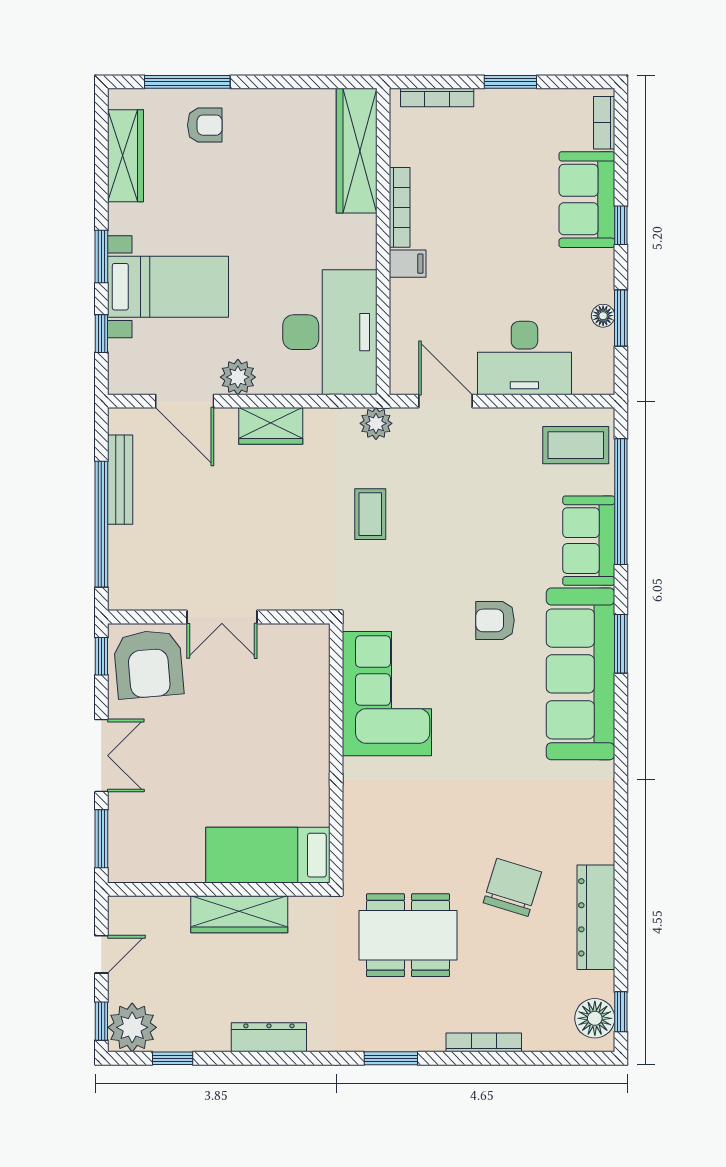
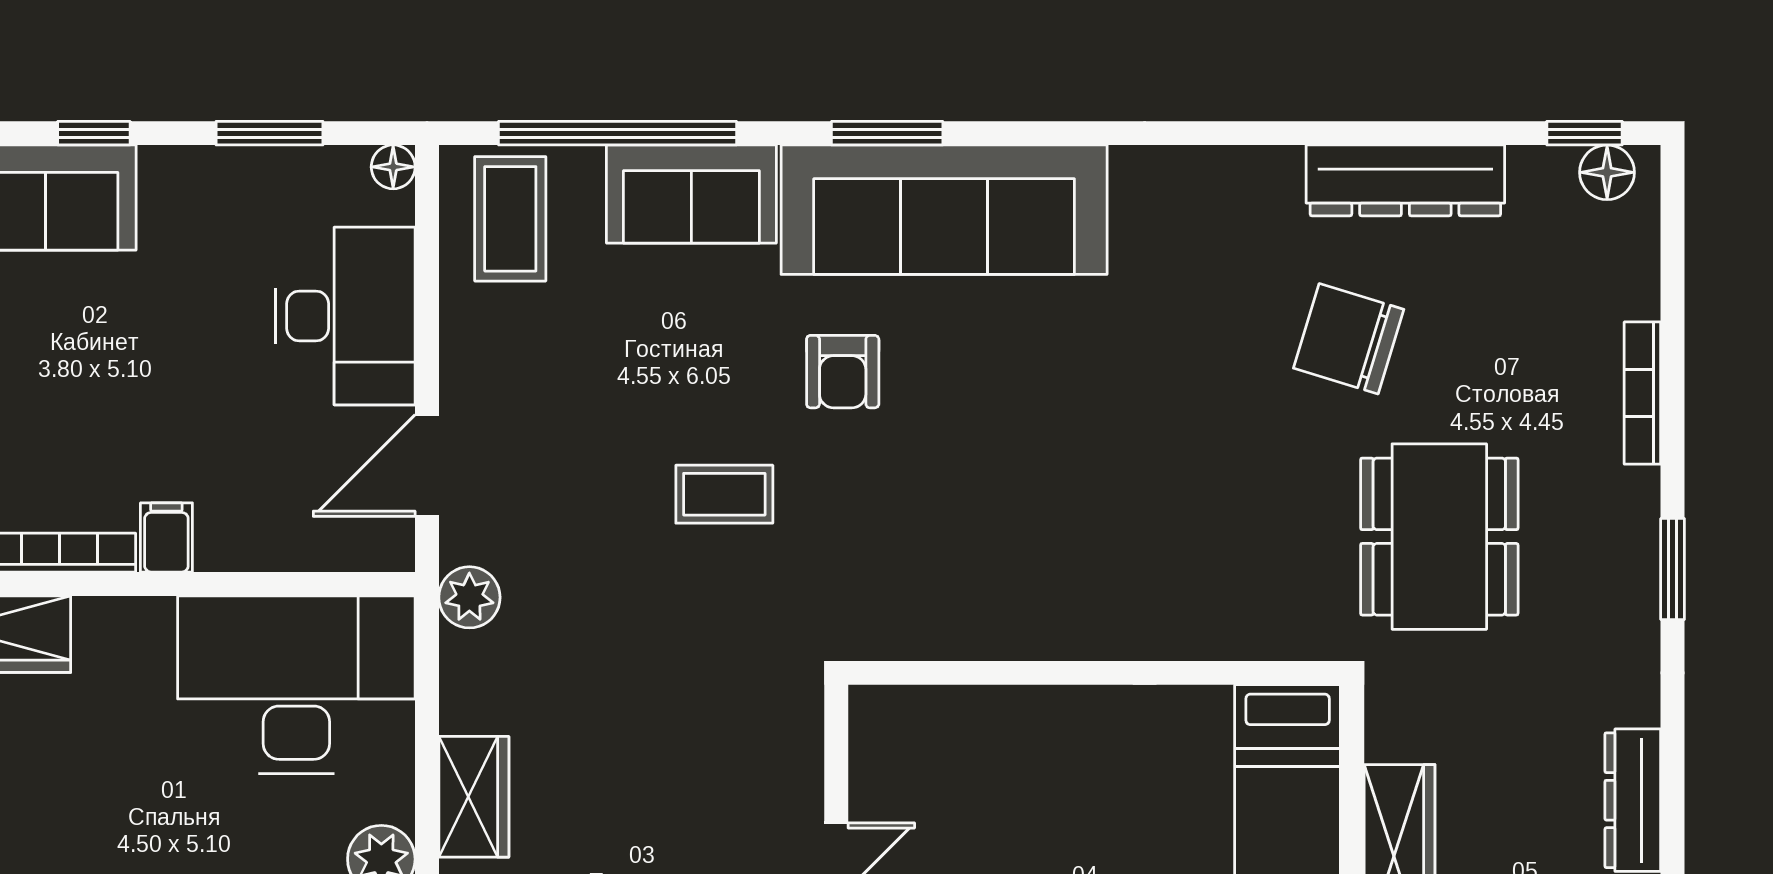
floor lamp: (603, 316) -> (393, 167), moved
coffee table: (370, 514) -> (724, 494), moved
corner sofa: (387, 694) -> (981, 577), removed
floor lamp: (595, 1018) -> (1607, 172), width x0.73, depth x0.73

